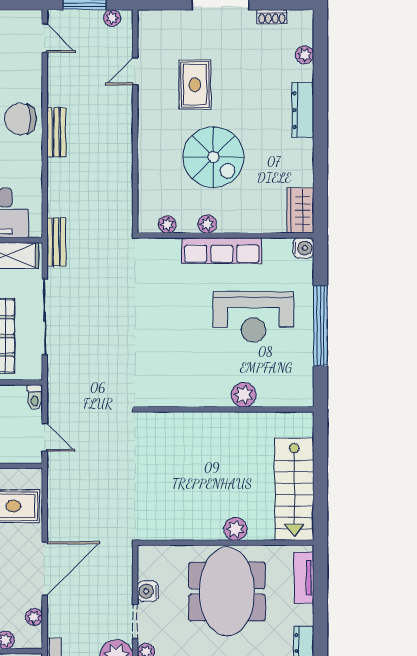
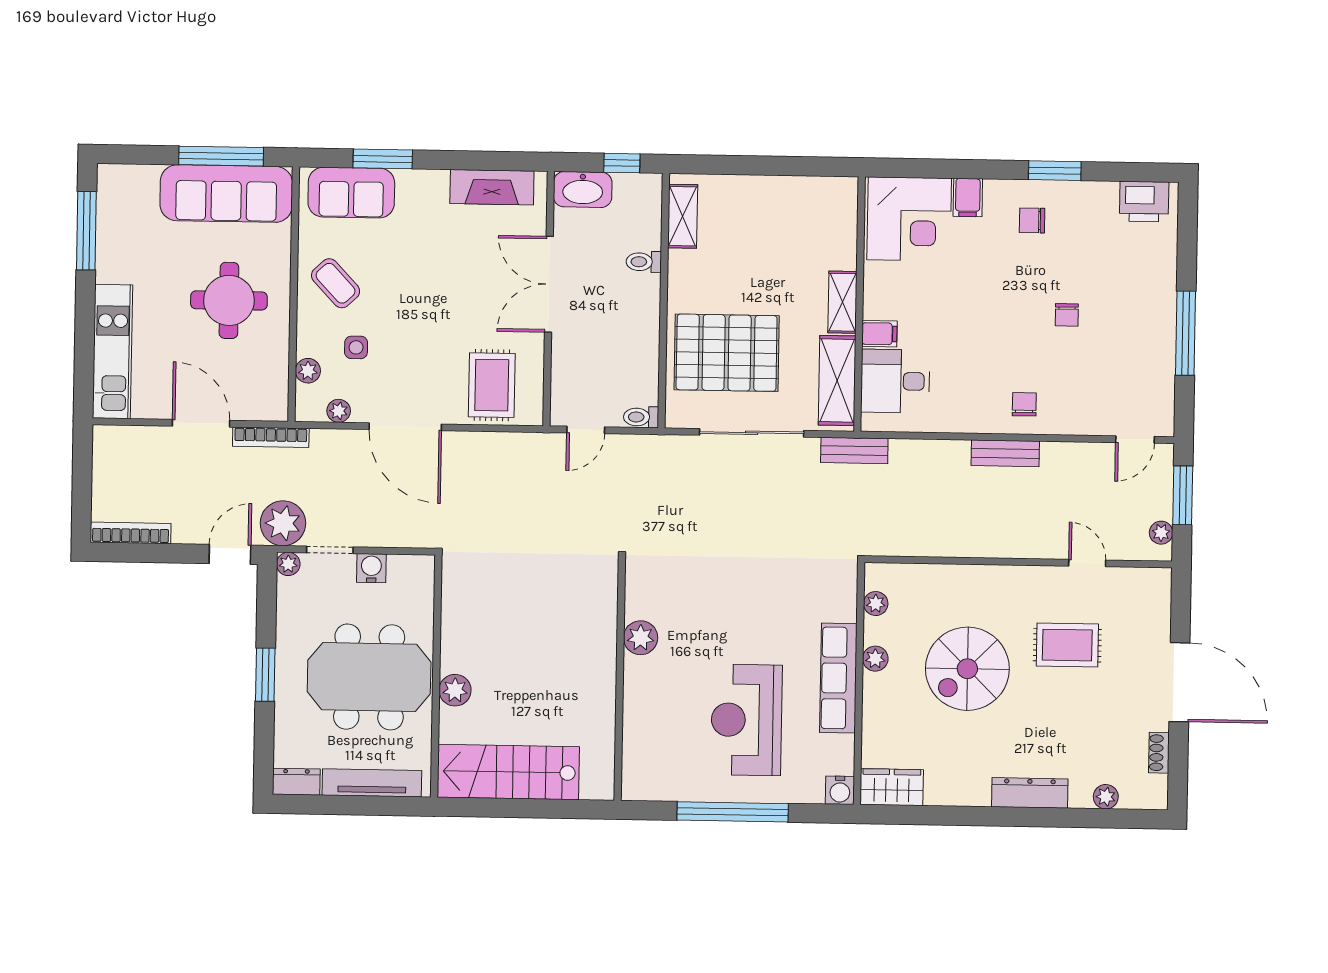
chair: (21, 119) -> (1024, 404), width x0.54, depth x0.54
plant: (244, 395) -> (641, 638), moved
tv unit: (304, 578) -> (372, 783), width x1.41

